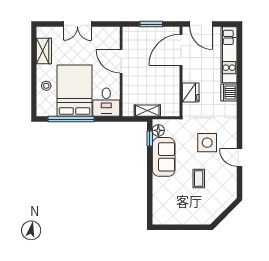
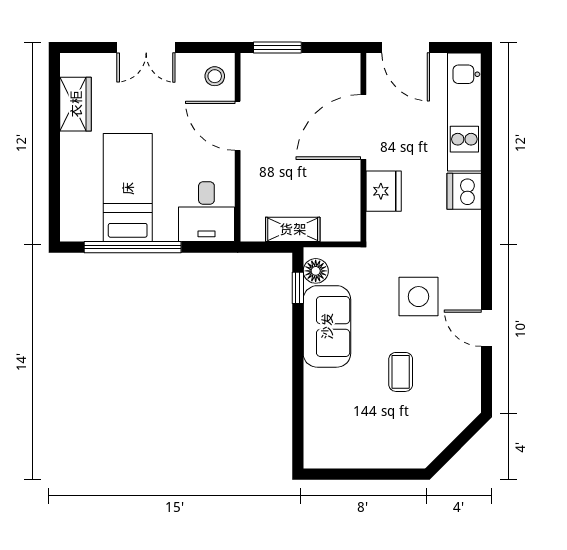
window: (151, 24) -> (277, 48), moved
door: (181, 50) -> (363, 127), moved
stool: (46, 86) -> (215, 76), moved
bed: (75, 91) -> (128, 188), width x0.67

